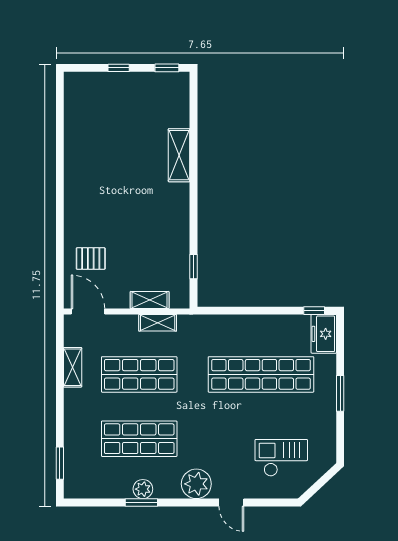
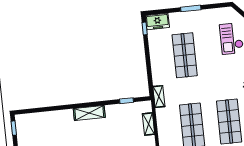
shelving: (179, 155) -> (89, 113), moved
shelving: (158, 323) -> (159, 97), moved
shop shelf: (261, 374) -> (185, 55), width x0.71

